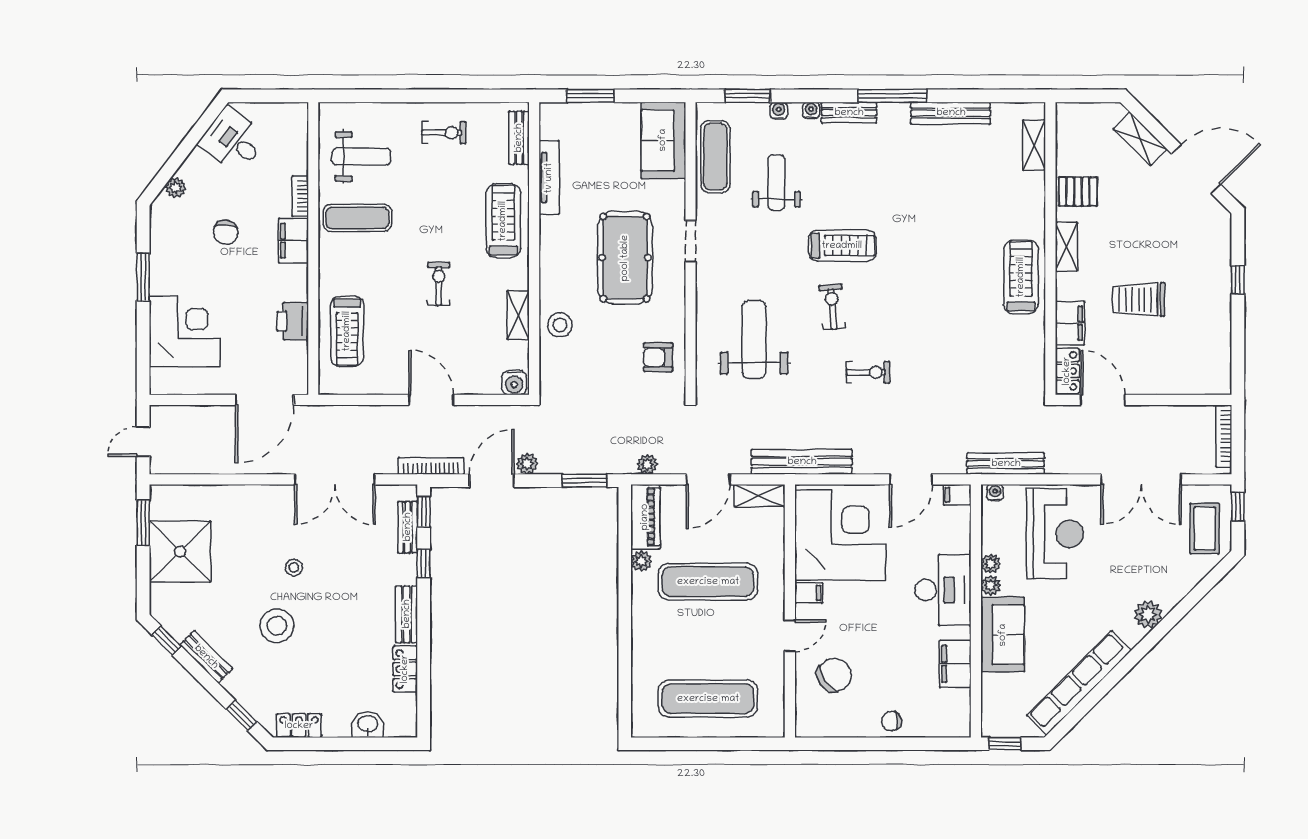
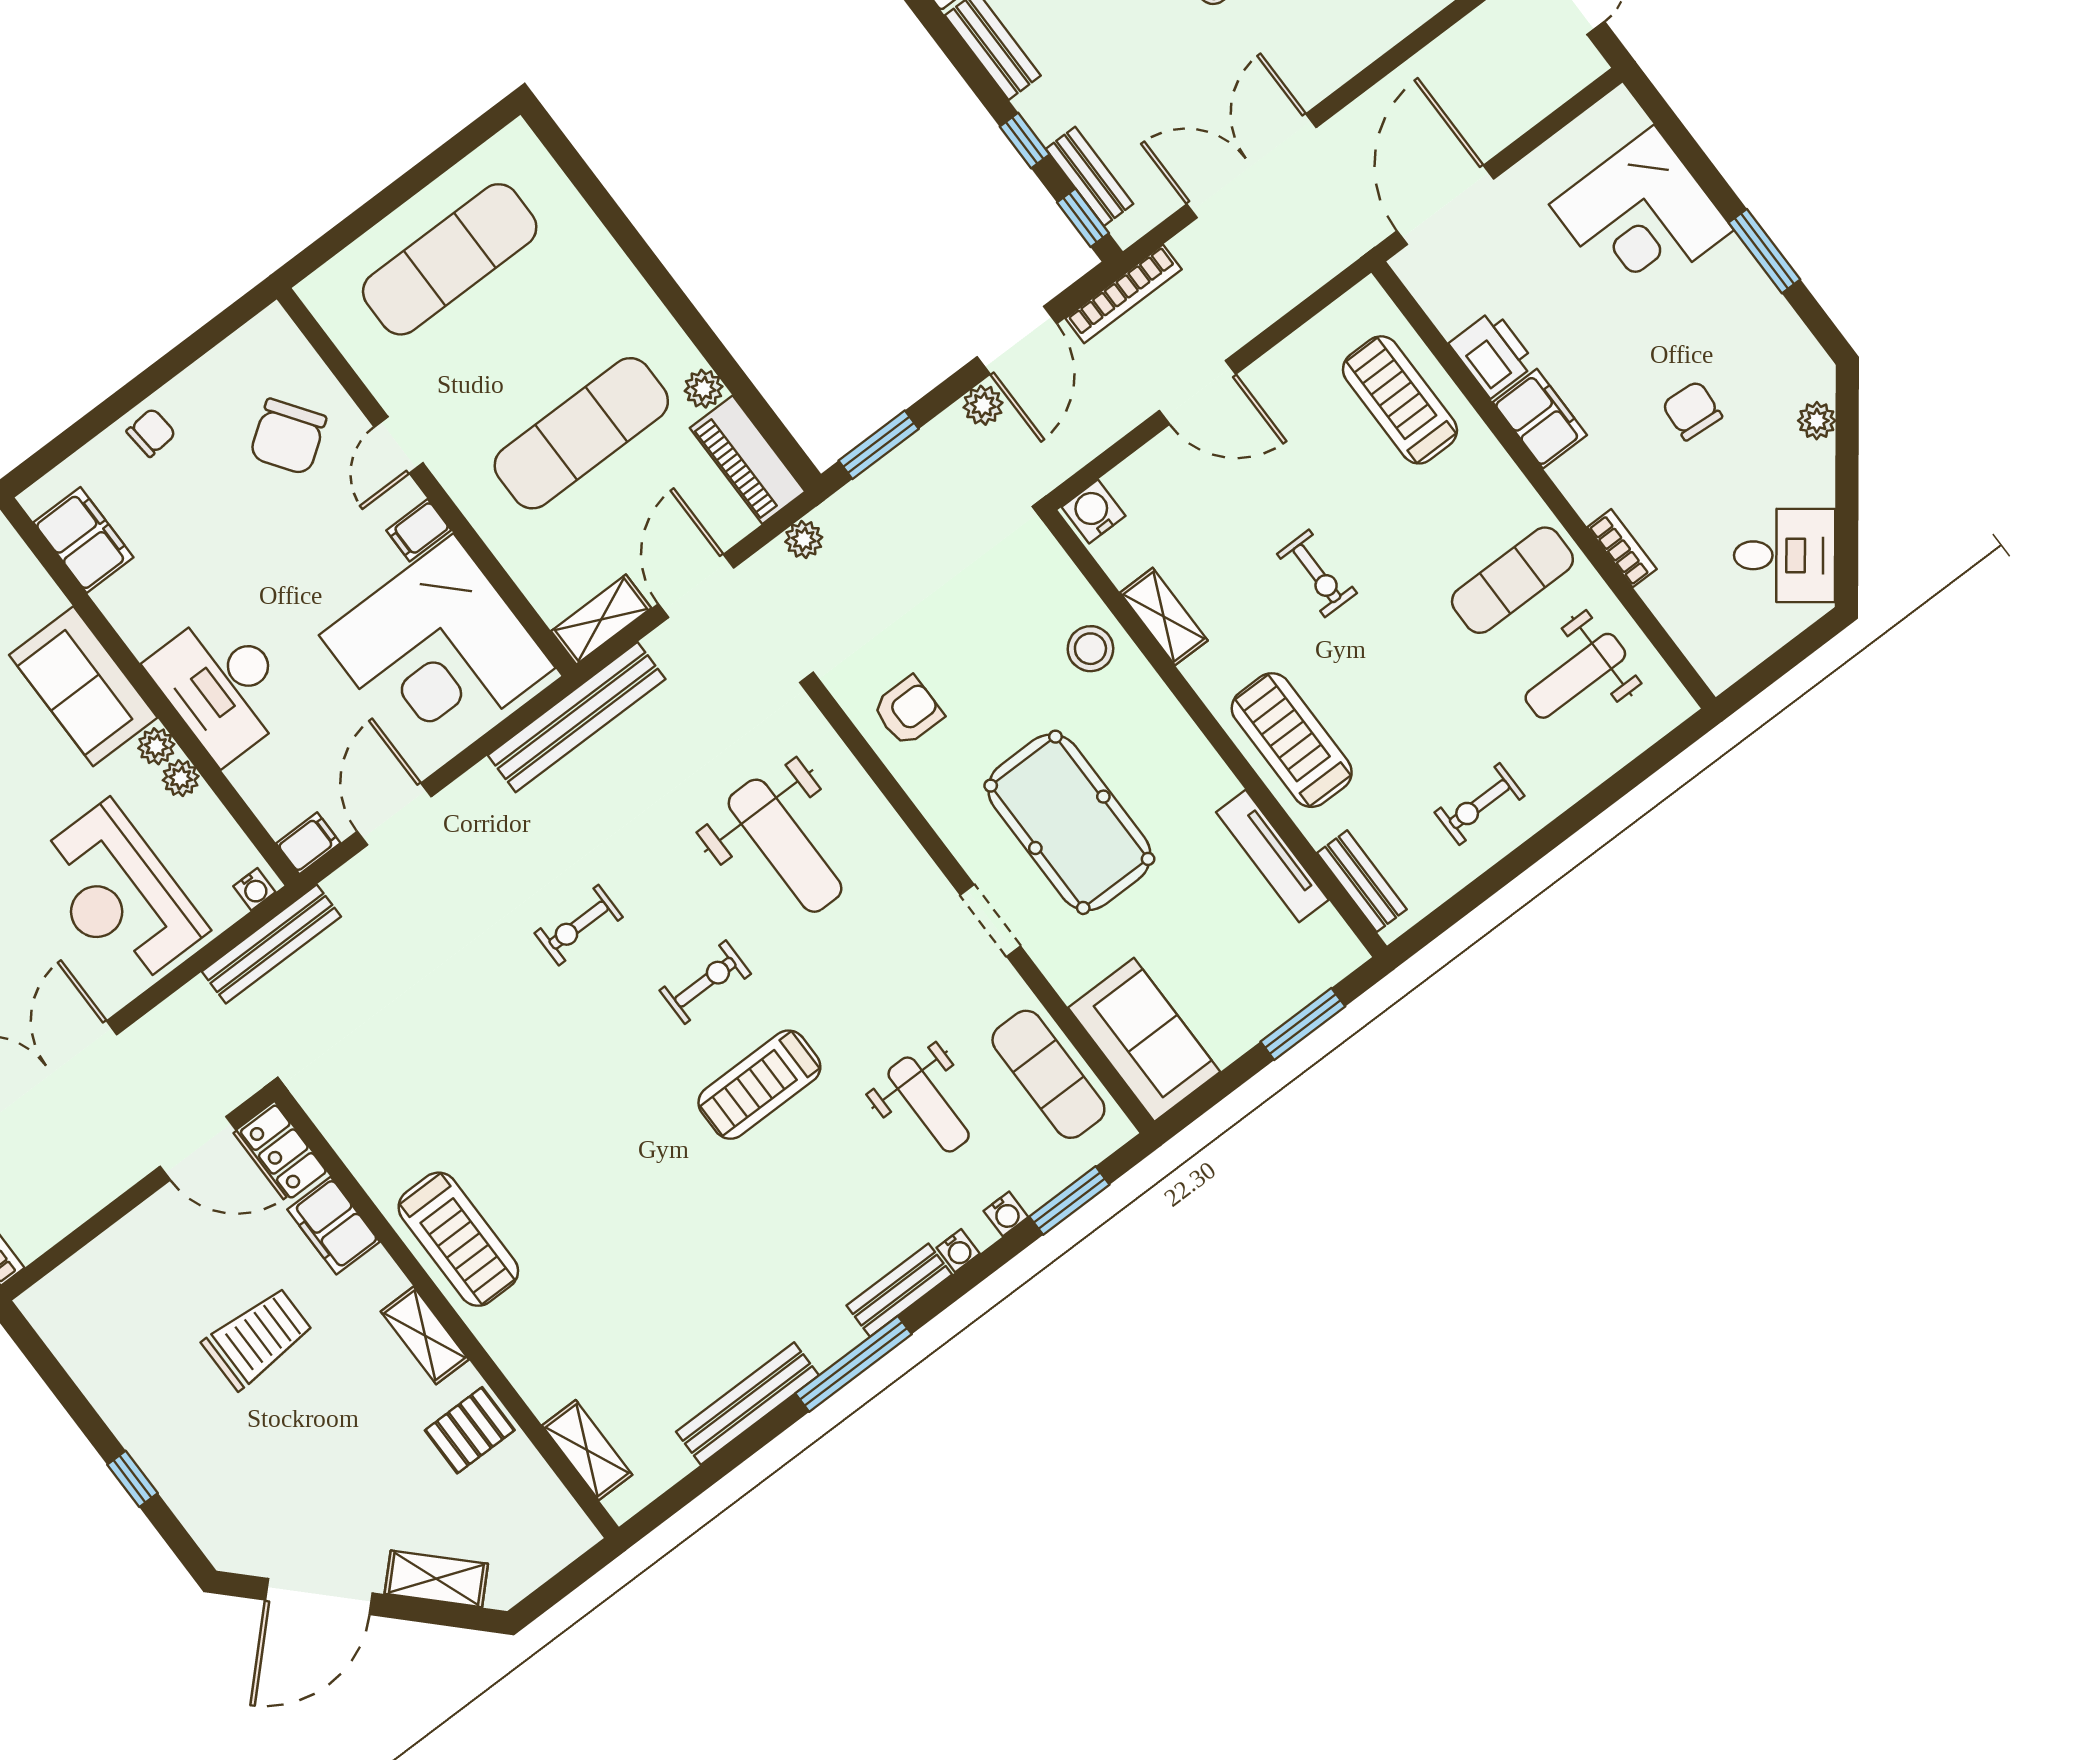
treadmill: (503, 221) -> (1292, 740), turned 180
filing cabinet: (293, 241) -> (1540, 419), moved
exercise bike: (832, 307) -> (705, 982), turned -85
filing cabinet: (955, 664) -> (83, 540), moved

